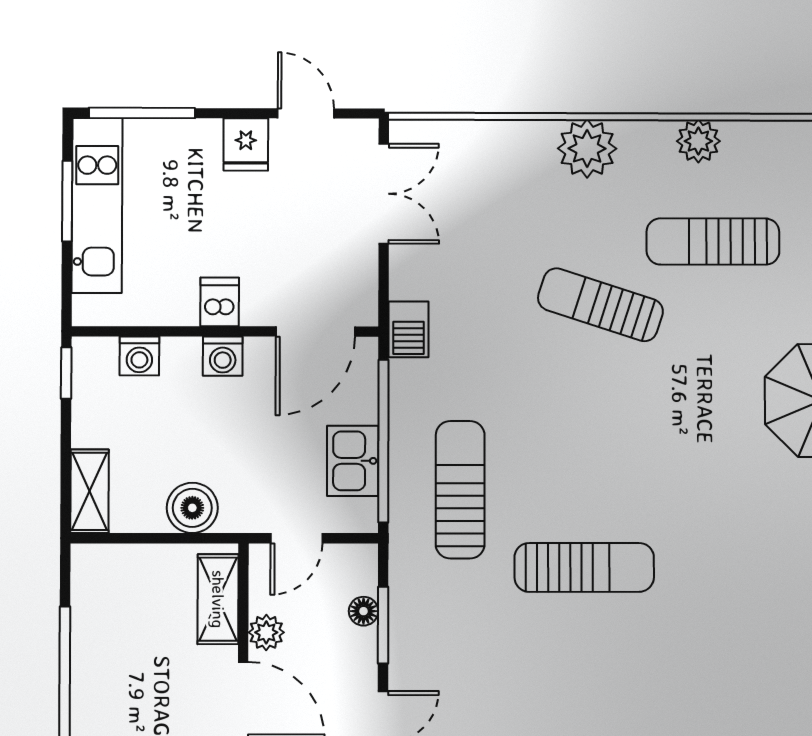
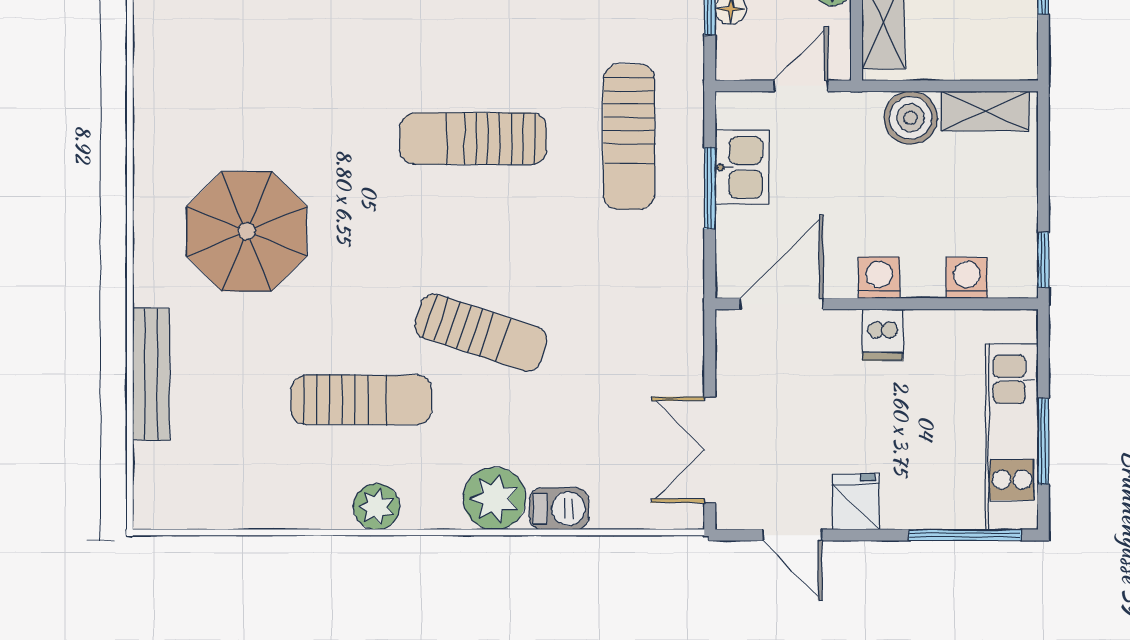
barbecue: (409, 329) -> (559, 509), moved, turned 90
window: (383, 441) -> (710, 188), width x0.47
shelving: (90, 491) -> (985, 111), moved, turned 90
sun lounger: (584, 567) -> (473, 139), moved

